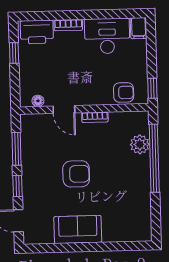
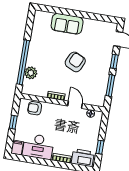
window: (152, 88) -> (13, 122), moved
armchair: (76, 174) -> (75, 62), turned 115
sofa: (78, 229) -> (67, 24), moved

